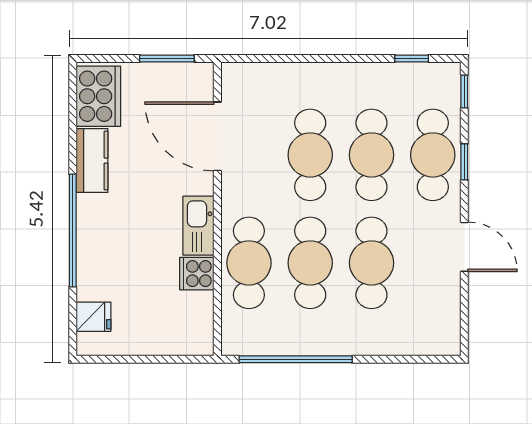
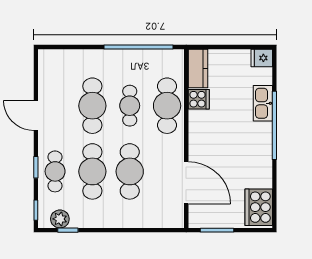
plant: (425, 77) -> (60, 219), added
cafe table: (433, 155) -> (55, 171), width x0.73, depth x0.74
kitchen counter: (92, 161) -> (198, 68), moved, turned 180
kitchen sink: (198, 226) -> (263, 103), moved, turned 180
cafe table: (310, 263) -> (130, 106), width x0.73, depth x0.74
fridge: (93, 317) -> (262, 58), moved

